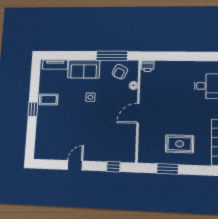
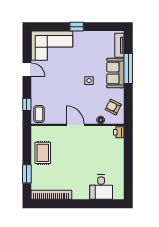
window: (112, 56) -> (128, 69), moved
coffee table: (49, 99) -> (39, 114), moved
corner sofa: (51, 136) -> (52, 46), added
rug: (180, 144) -> (43, 153), moved
window: (168, 169) -> (27, 174), moved

